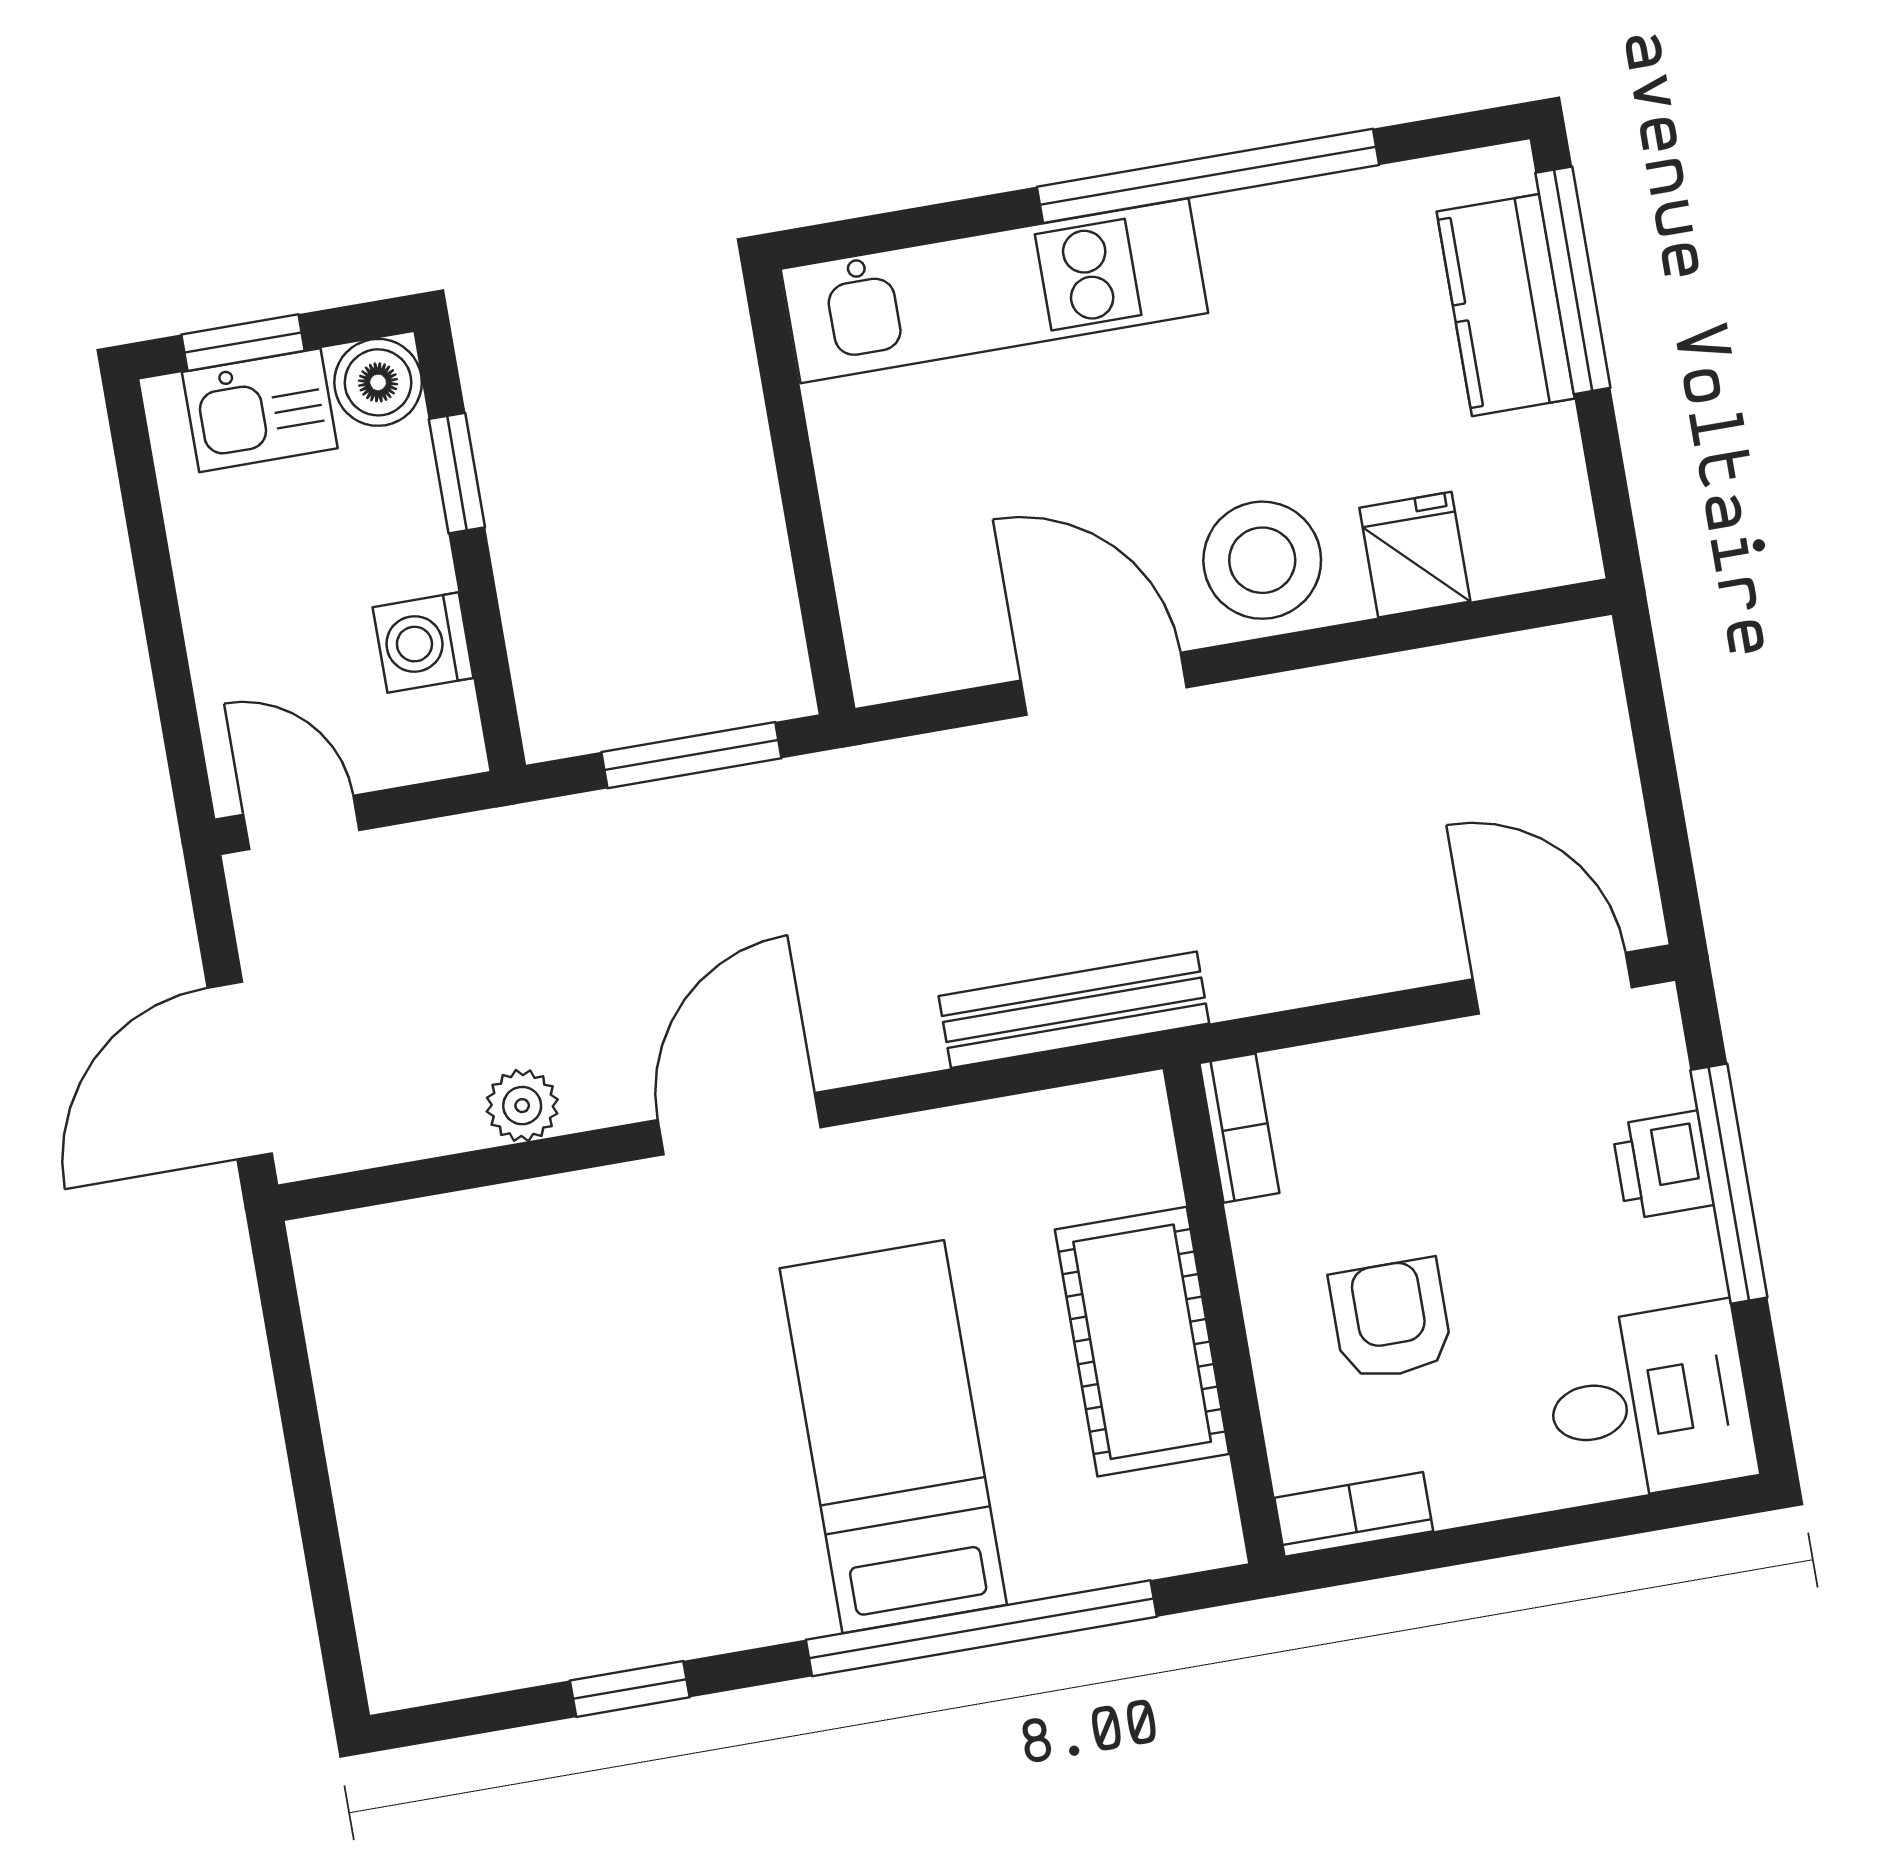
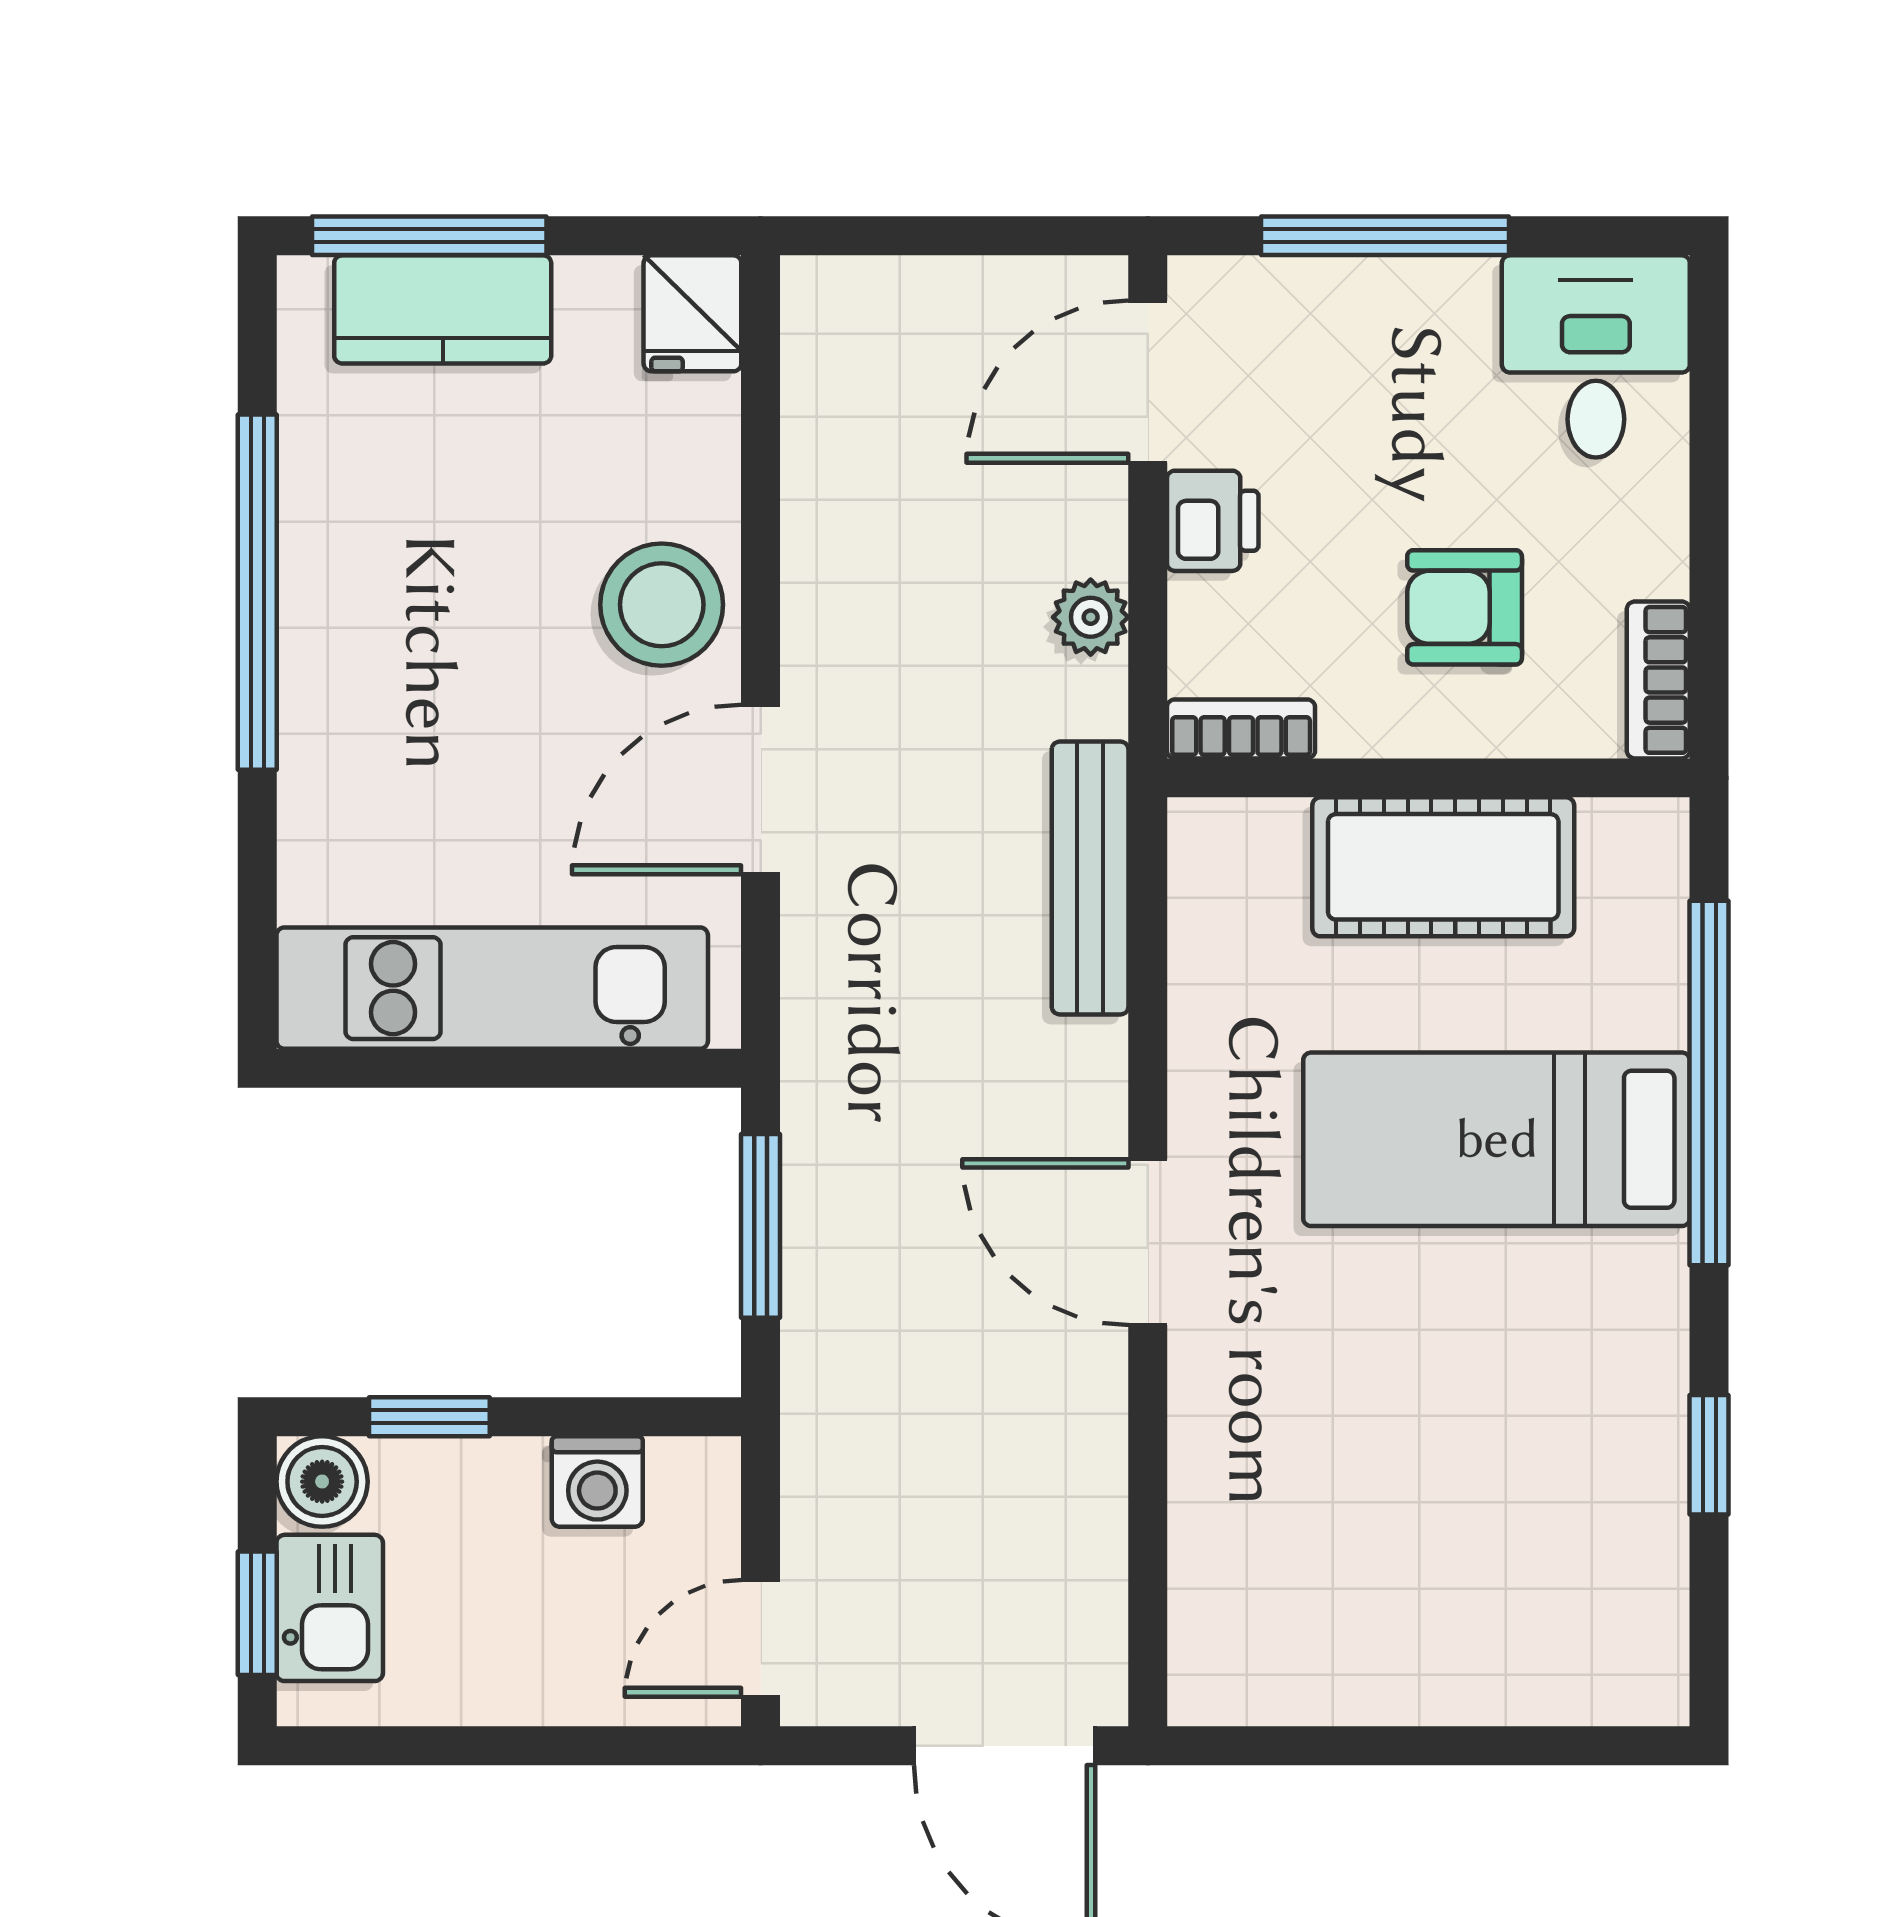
kitchen unit: (994, 291) -> (492, 988), moved, turned -90
fridge: (1415, 555) -> (692, 313), moved, turned -90
plant: (522, 1106) -> (1091, 617), moved
printer: (1662, 1165) -> (1213, 521), moved, turned -90

